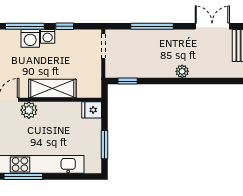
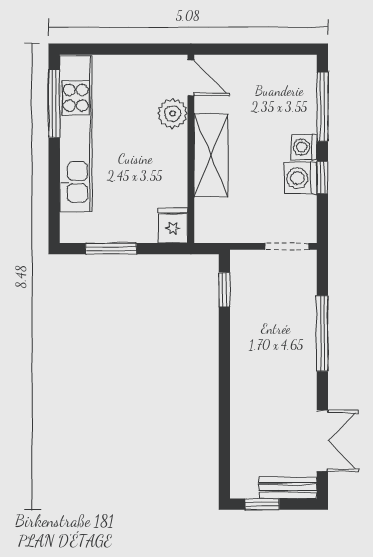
washing machine: (30, 38) -> (301, 178), moved
plant: (182, 71) -> (242, 387), removed

